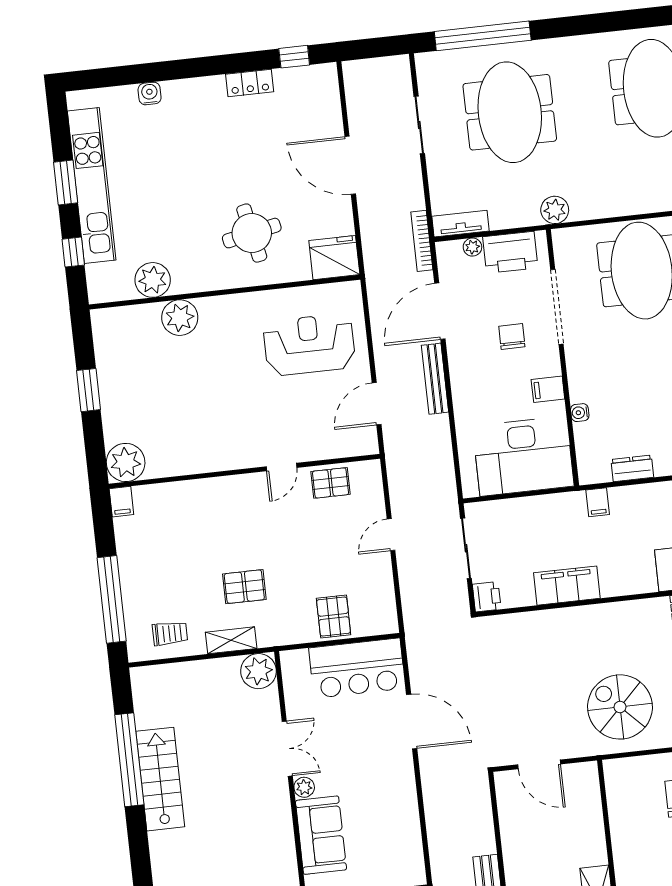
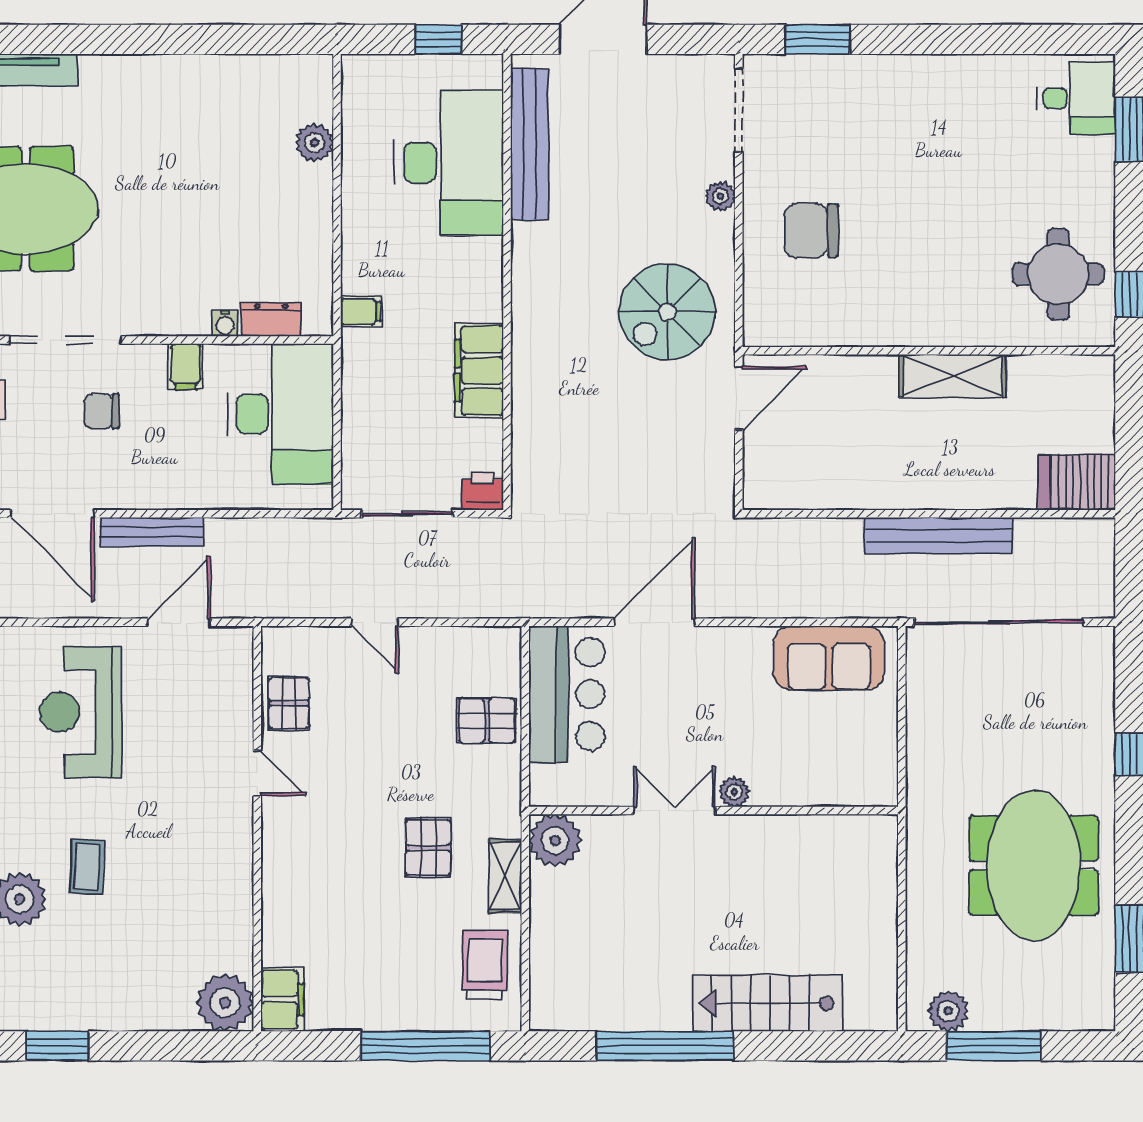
coffee table: (206, 360) -> (87, 867), added
window: (88, 390) -> (57, 1046), moved
door: (377, 404) -> (179, 622), swing flipped
dresser: (632, 468) -> (271, 319), moved, turned 90
filing cabinet: (121, 502) -> (282, 999), width x2.00
trolley: (170, 633) -> (485, 965), width x1.36, depth x1.39
door: (539, 764) -> (739, 398), moved
stairs: (160, 779) -> (767, 1003), moved
sofa: (321, 835) -> (829, 658), moved, turned 180

